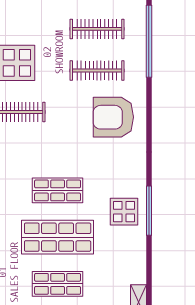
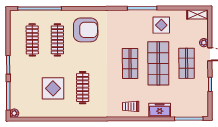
armchair: (113, 117) -> (86, 30), turned -90
display table: (124, 212) -> (161, 25), moved

